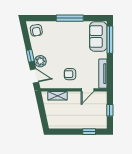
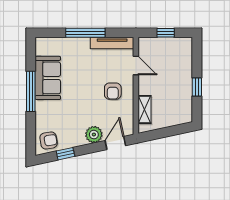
sofa: (98, 37) -> (48, 78), moved, turned -90
window: (110, 40) -> (85, 33), moved
window: (30, 56) -> (65, 154), moved
window: (89, 132) -> (197, 87), moved

